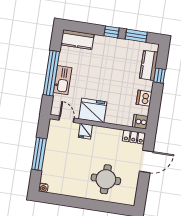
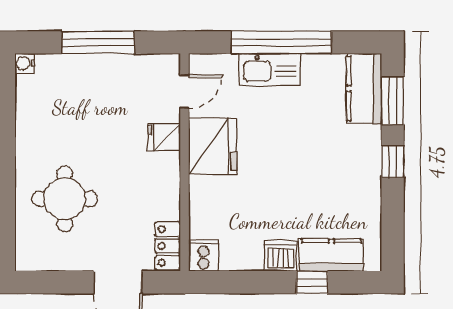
window: (136, 36) -> (393, 101), moved
dishwasher: (144, 98) -> (281, 256), moved

